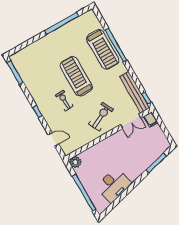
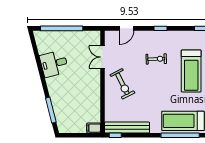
treadmill: (76, 76) -> (191, 71), moved, turned 90
double door: (131, 121) -> (102, 57), moved
plant: (75, 162) -> (94, 37), removed
desk: (114, 185) -> (54, 64), width x0.73

